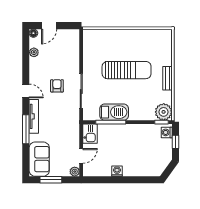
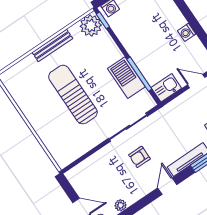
bench: (167, 78) -> (52, 45), width x1.36

